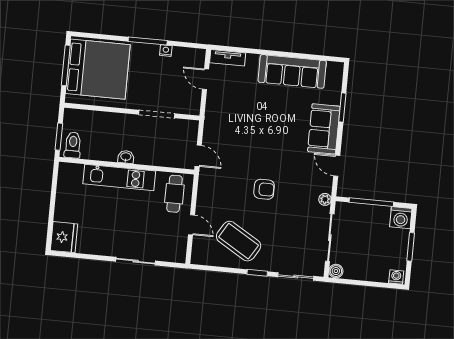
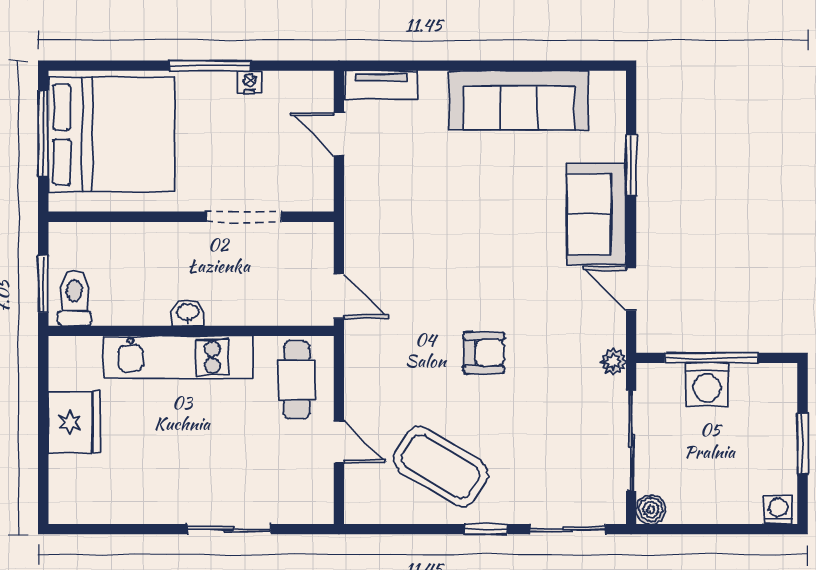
washing machine: (401, 218) -> (707, 385), moved
fridge: (64, 237) -> (74, 423), moved

